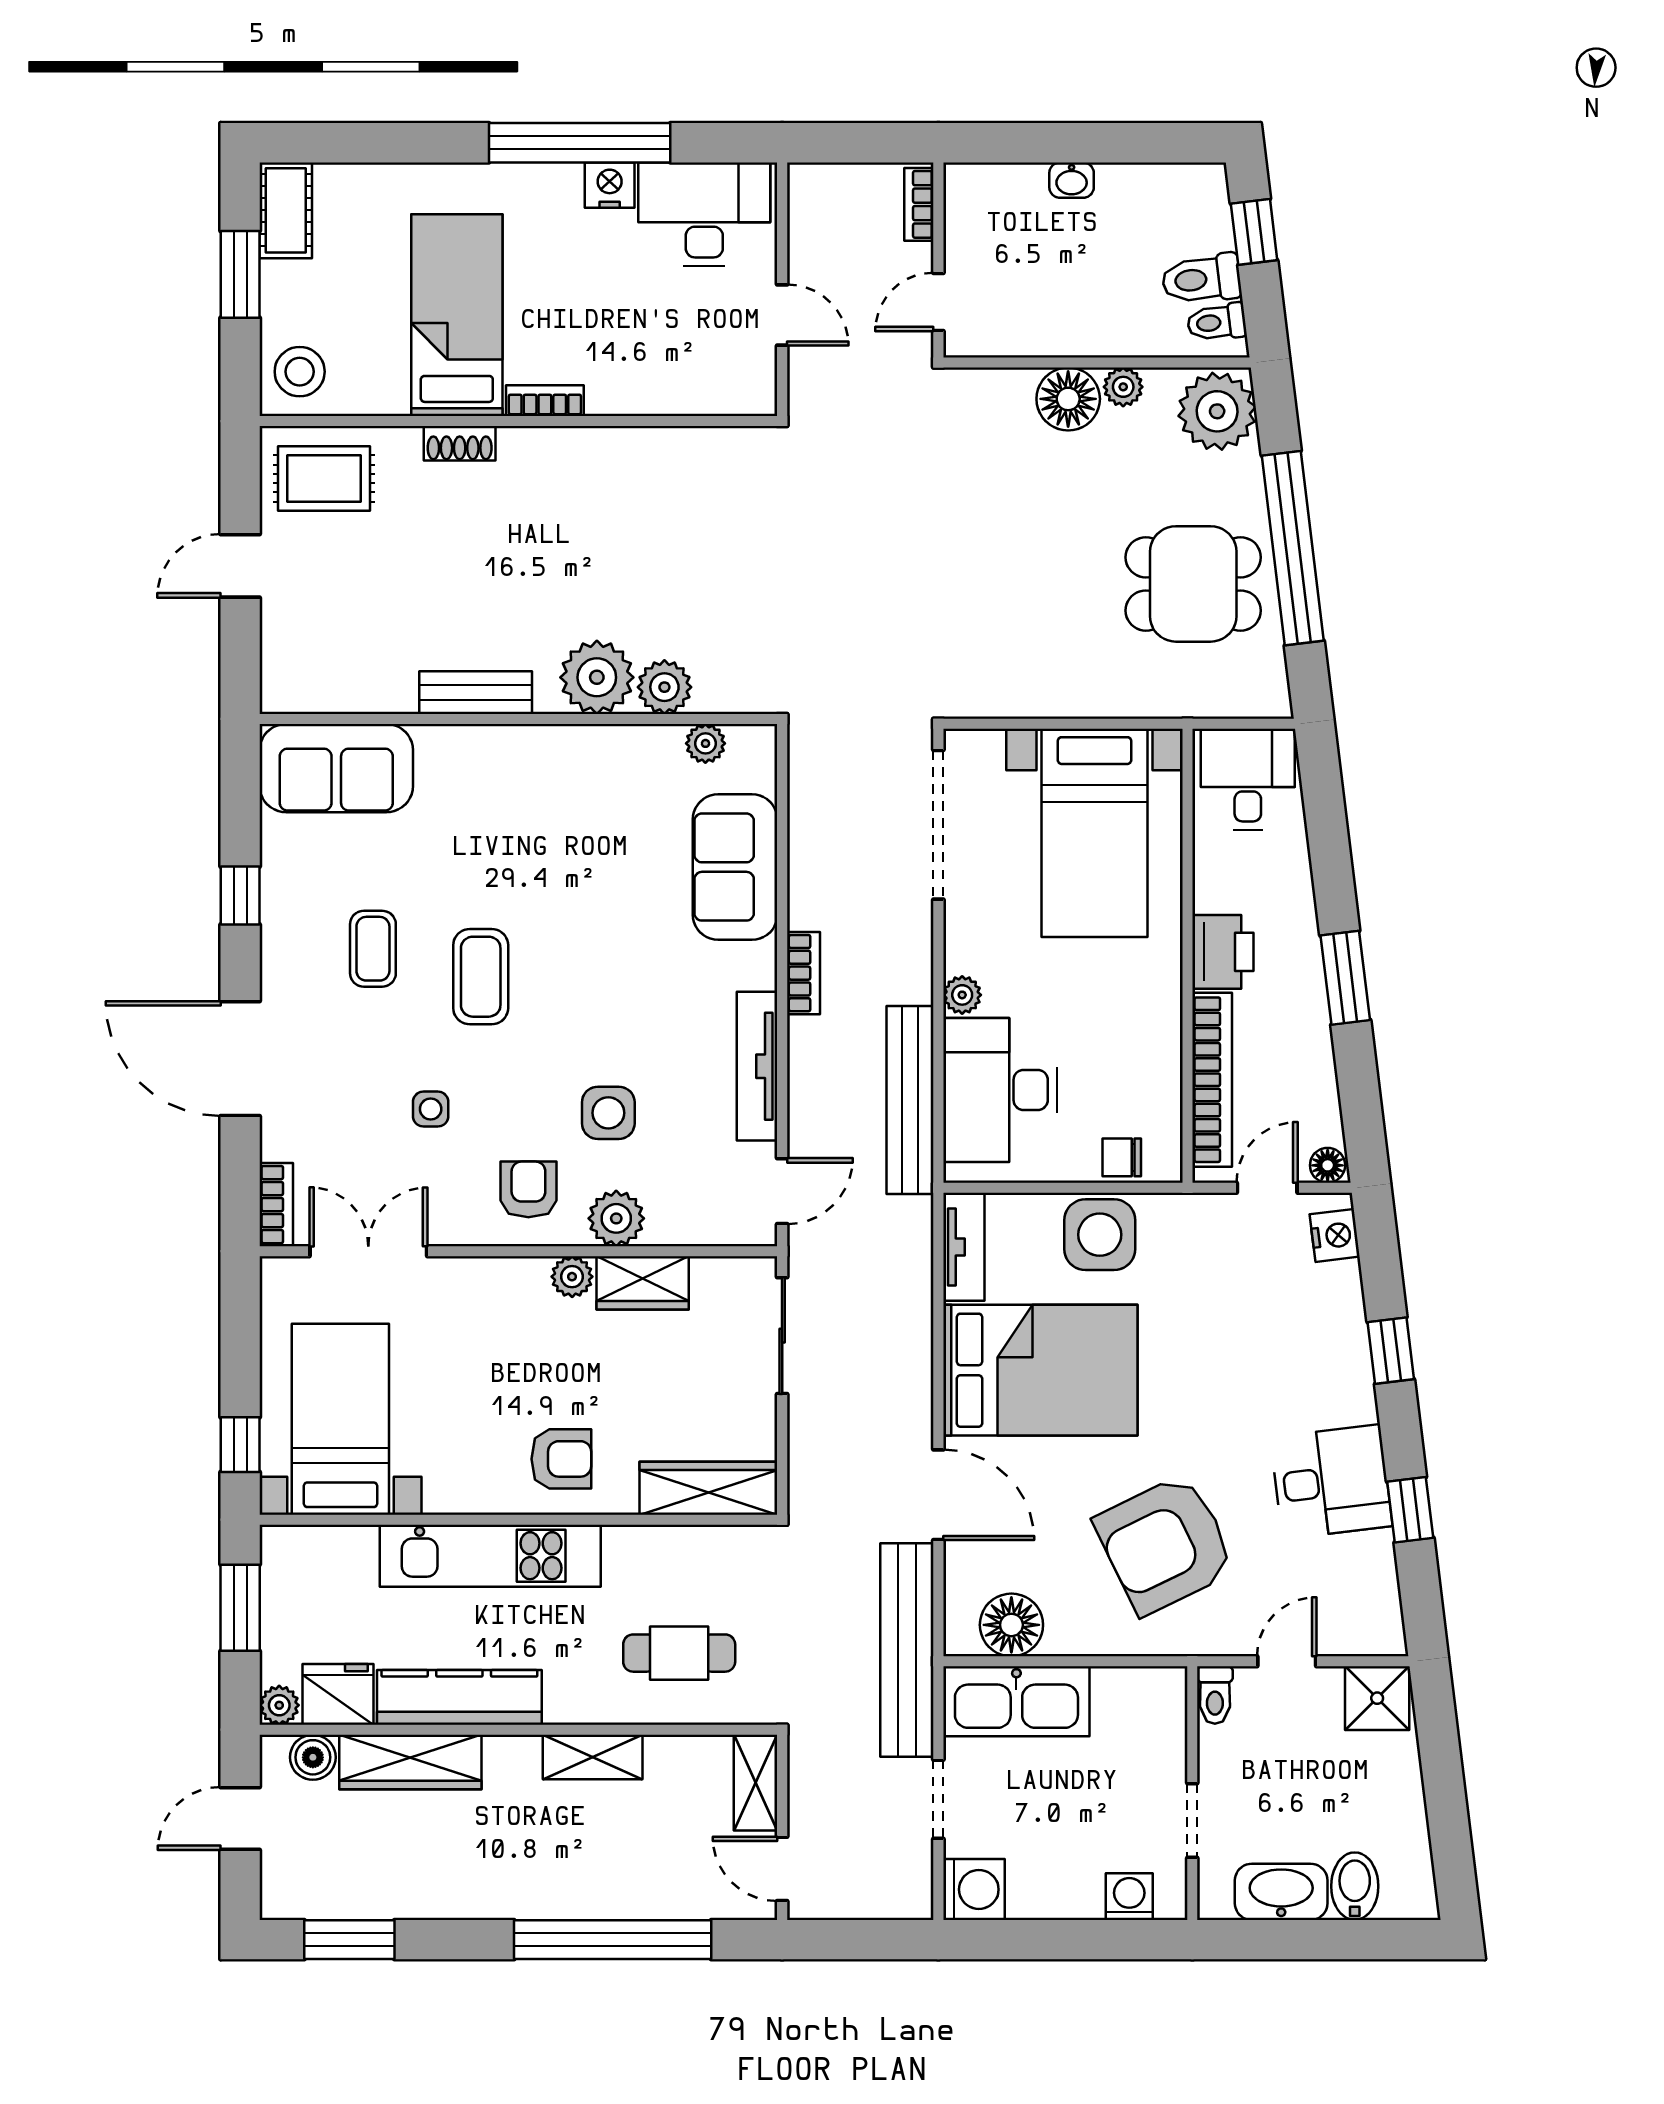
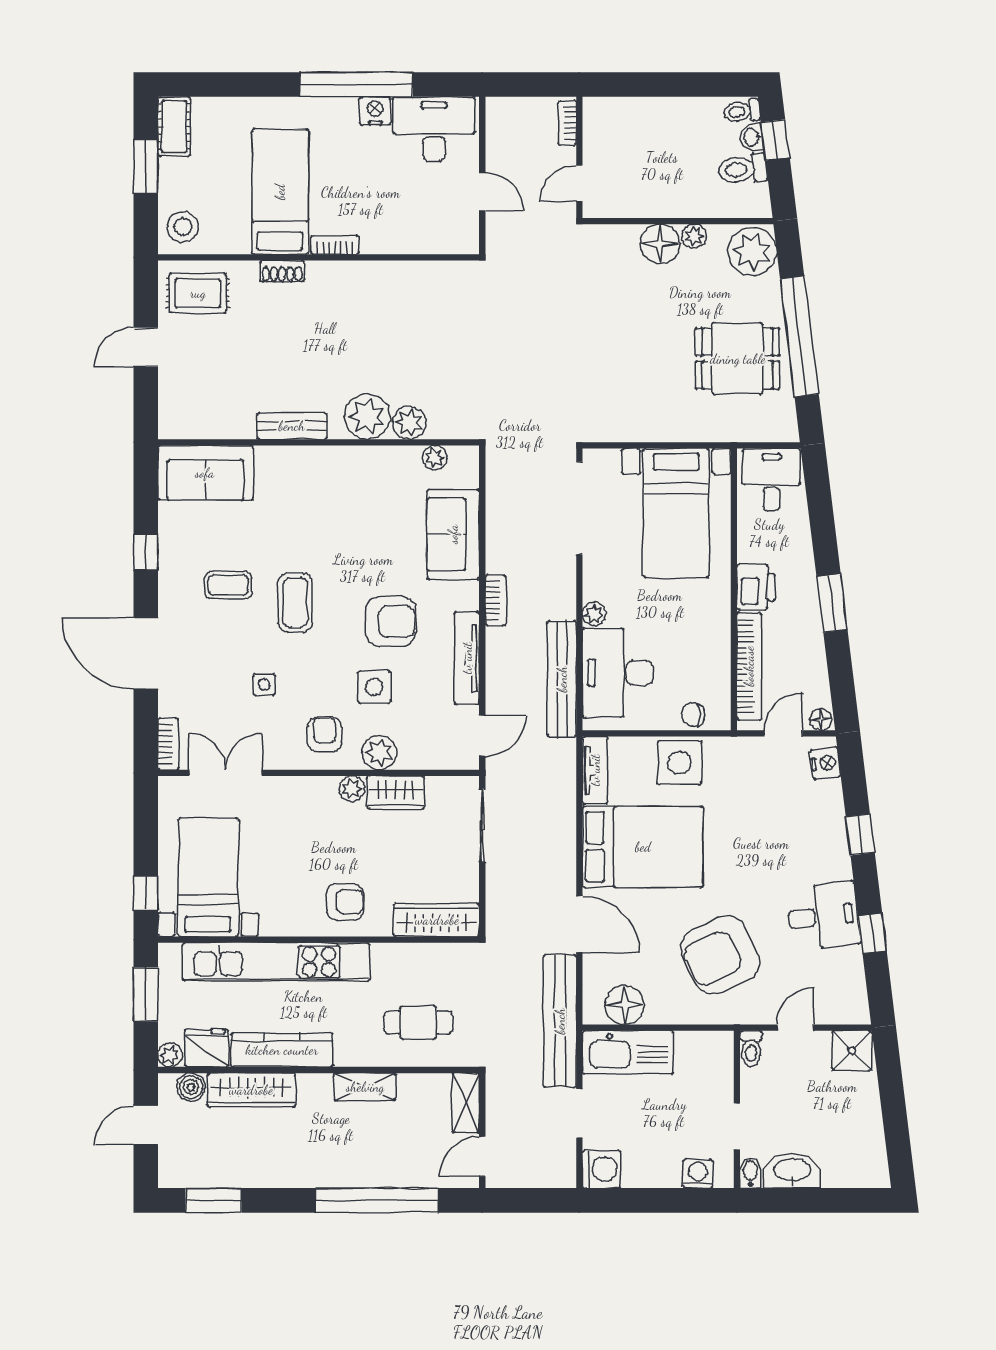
washbasin: (1072, 180) -> (752, 137), moved, turned 83
toilet: (1217, 322) -> (742, 111), moved
coffee table: (373, 949) -> (228, 585), turned 90
armchair: (634, 1007) -> (391, 622), added
kitchen unit: (490, 1556) -> (276, 962), width x1.36
door: (782, 1869) -> (482, 1156), hinge flipped
bidet: (1355, 1886) -> (751, 1173), moved, width x0.72, depth x0.74

